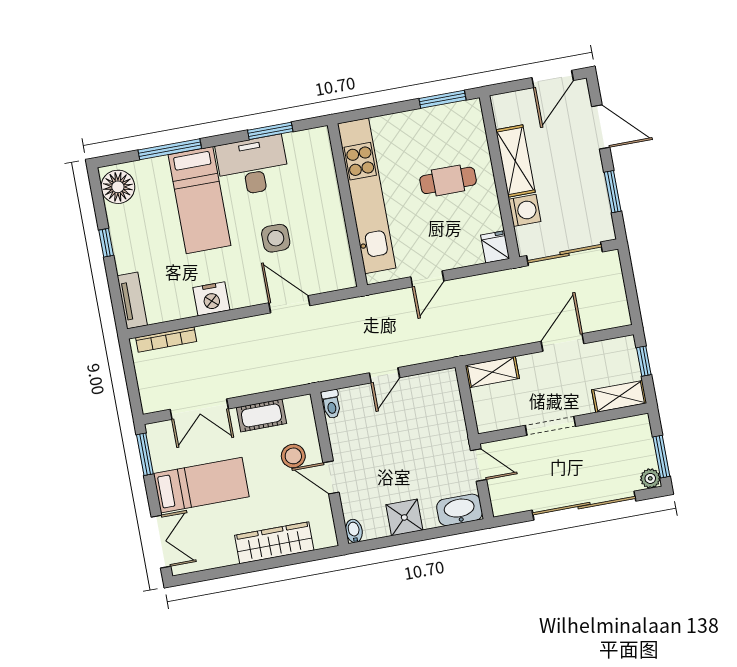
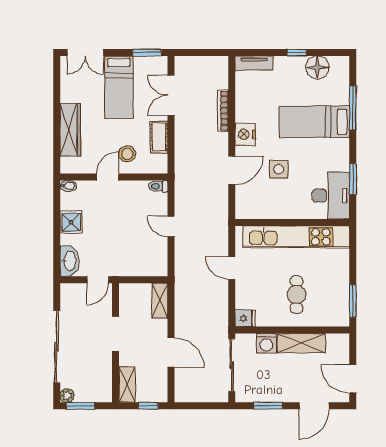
desk: (253, 166) -> (331, 195), moved
floor lamp: (118, 187) -> (317, 68), moved
nightstand: (211, 299) -> (245, 134), moved
bookcase: (166, 339) -> (223, 111), moved

